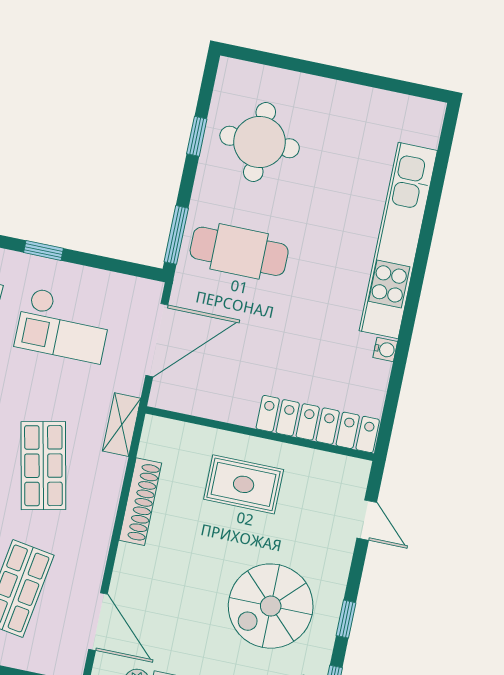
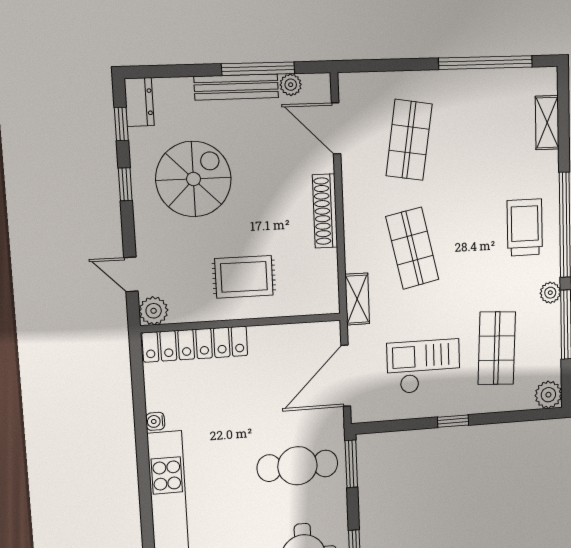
plant: (353, 474) -> (154, 311), added
shoe rack: (140, 502) -> (325, 211), moved

